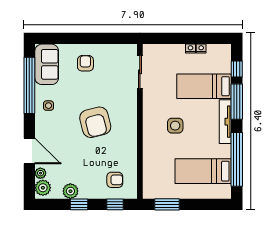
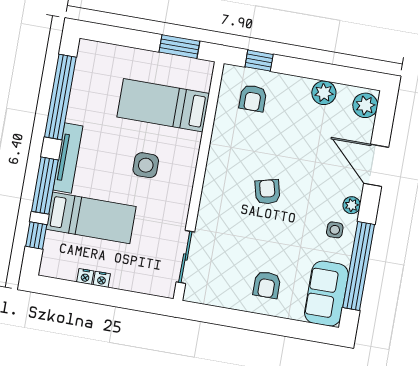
armchair: (95, 122) -> (267, 192), width x0.53, depth x0.53
bed: (203, 171) -> (163, 105), moved, turned 180
plant: (40, 173) -> (352, 205), moved
armchair: (115, 180) -> (253, 98), turned -90
window: (79, 204) -> (315, 70), removed

